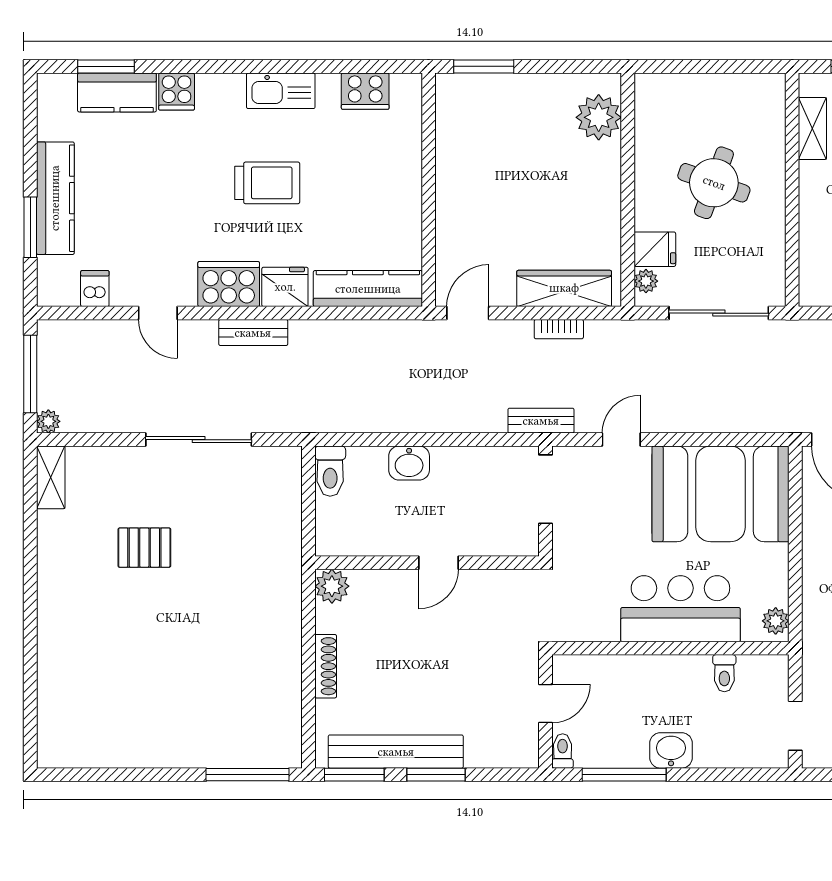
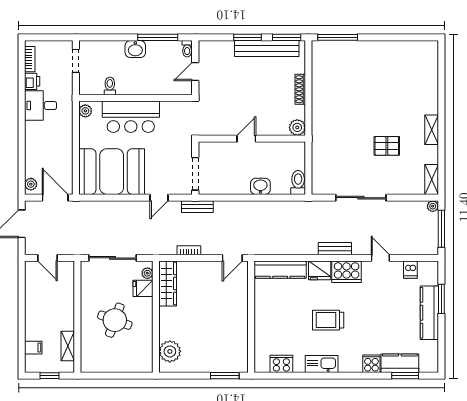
wardrobe: (564, 288) -> (168, 284), moved, turned -90
shelving: (51, 581) -> (432, 130), added

